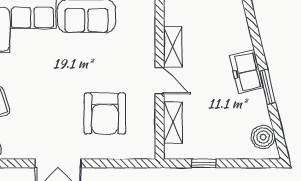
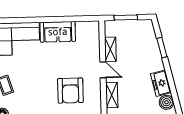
freezer: (247, 72) -> (161, 83), moved
window: (267, 87) -> (162, 48), moved

